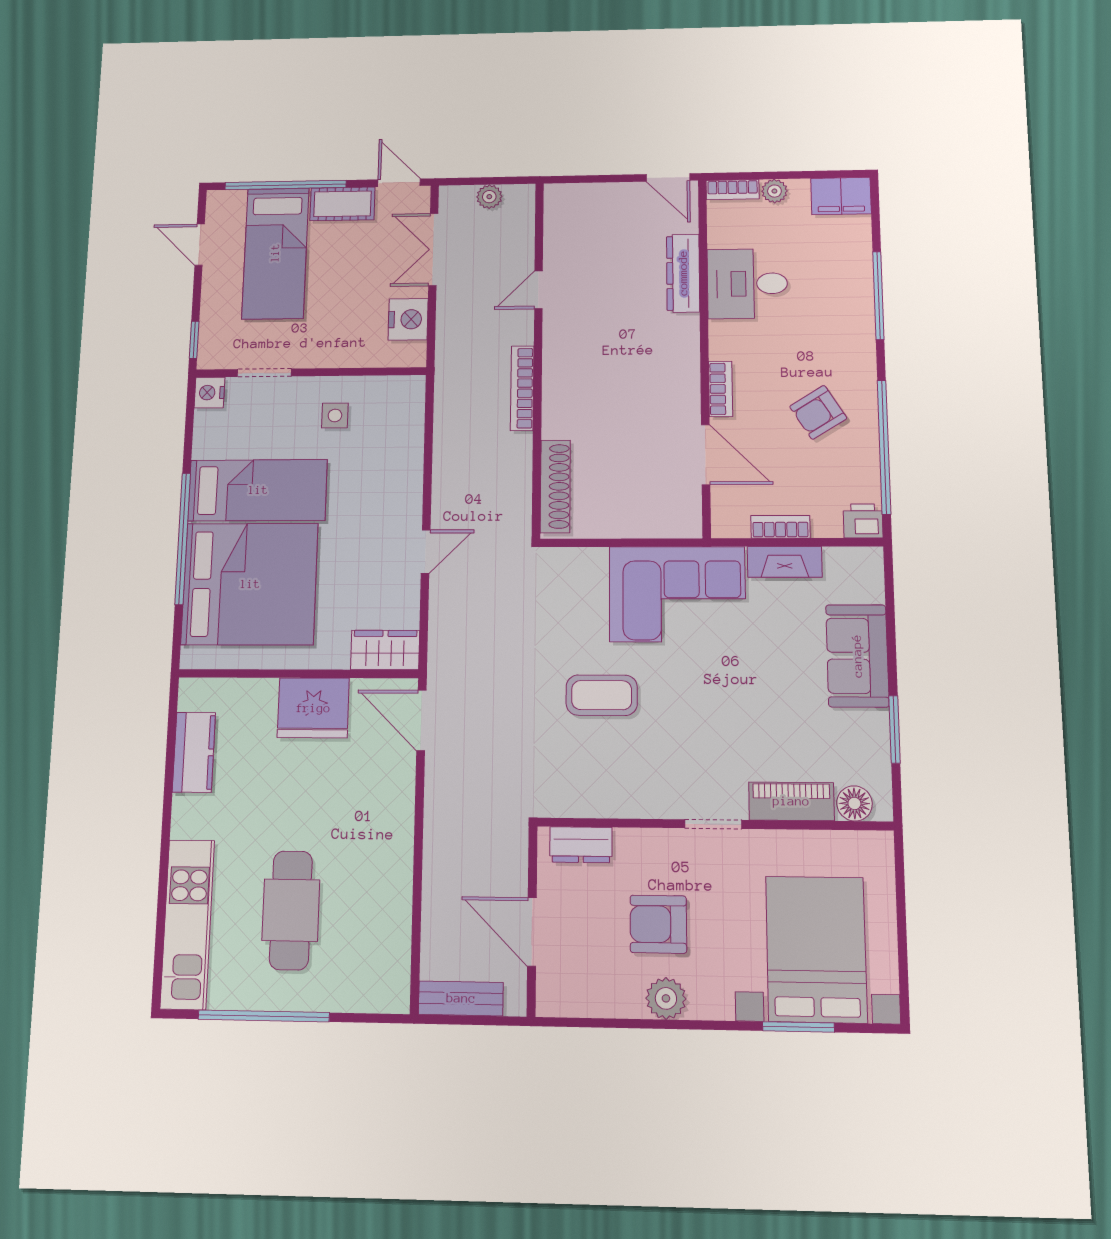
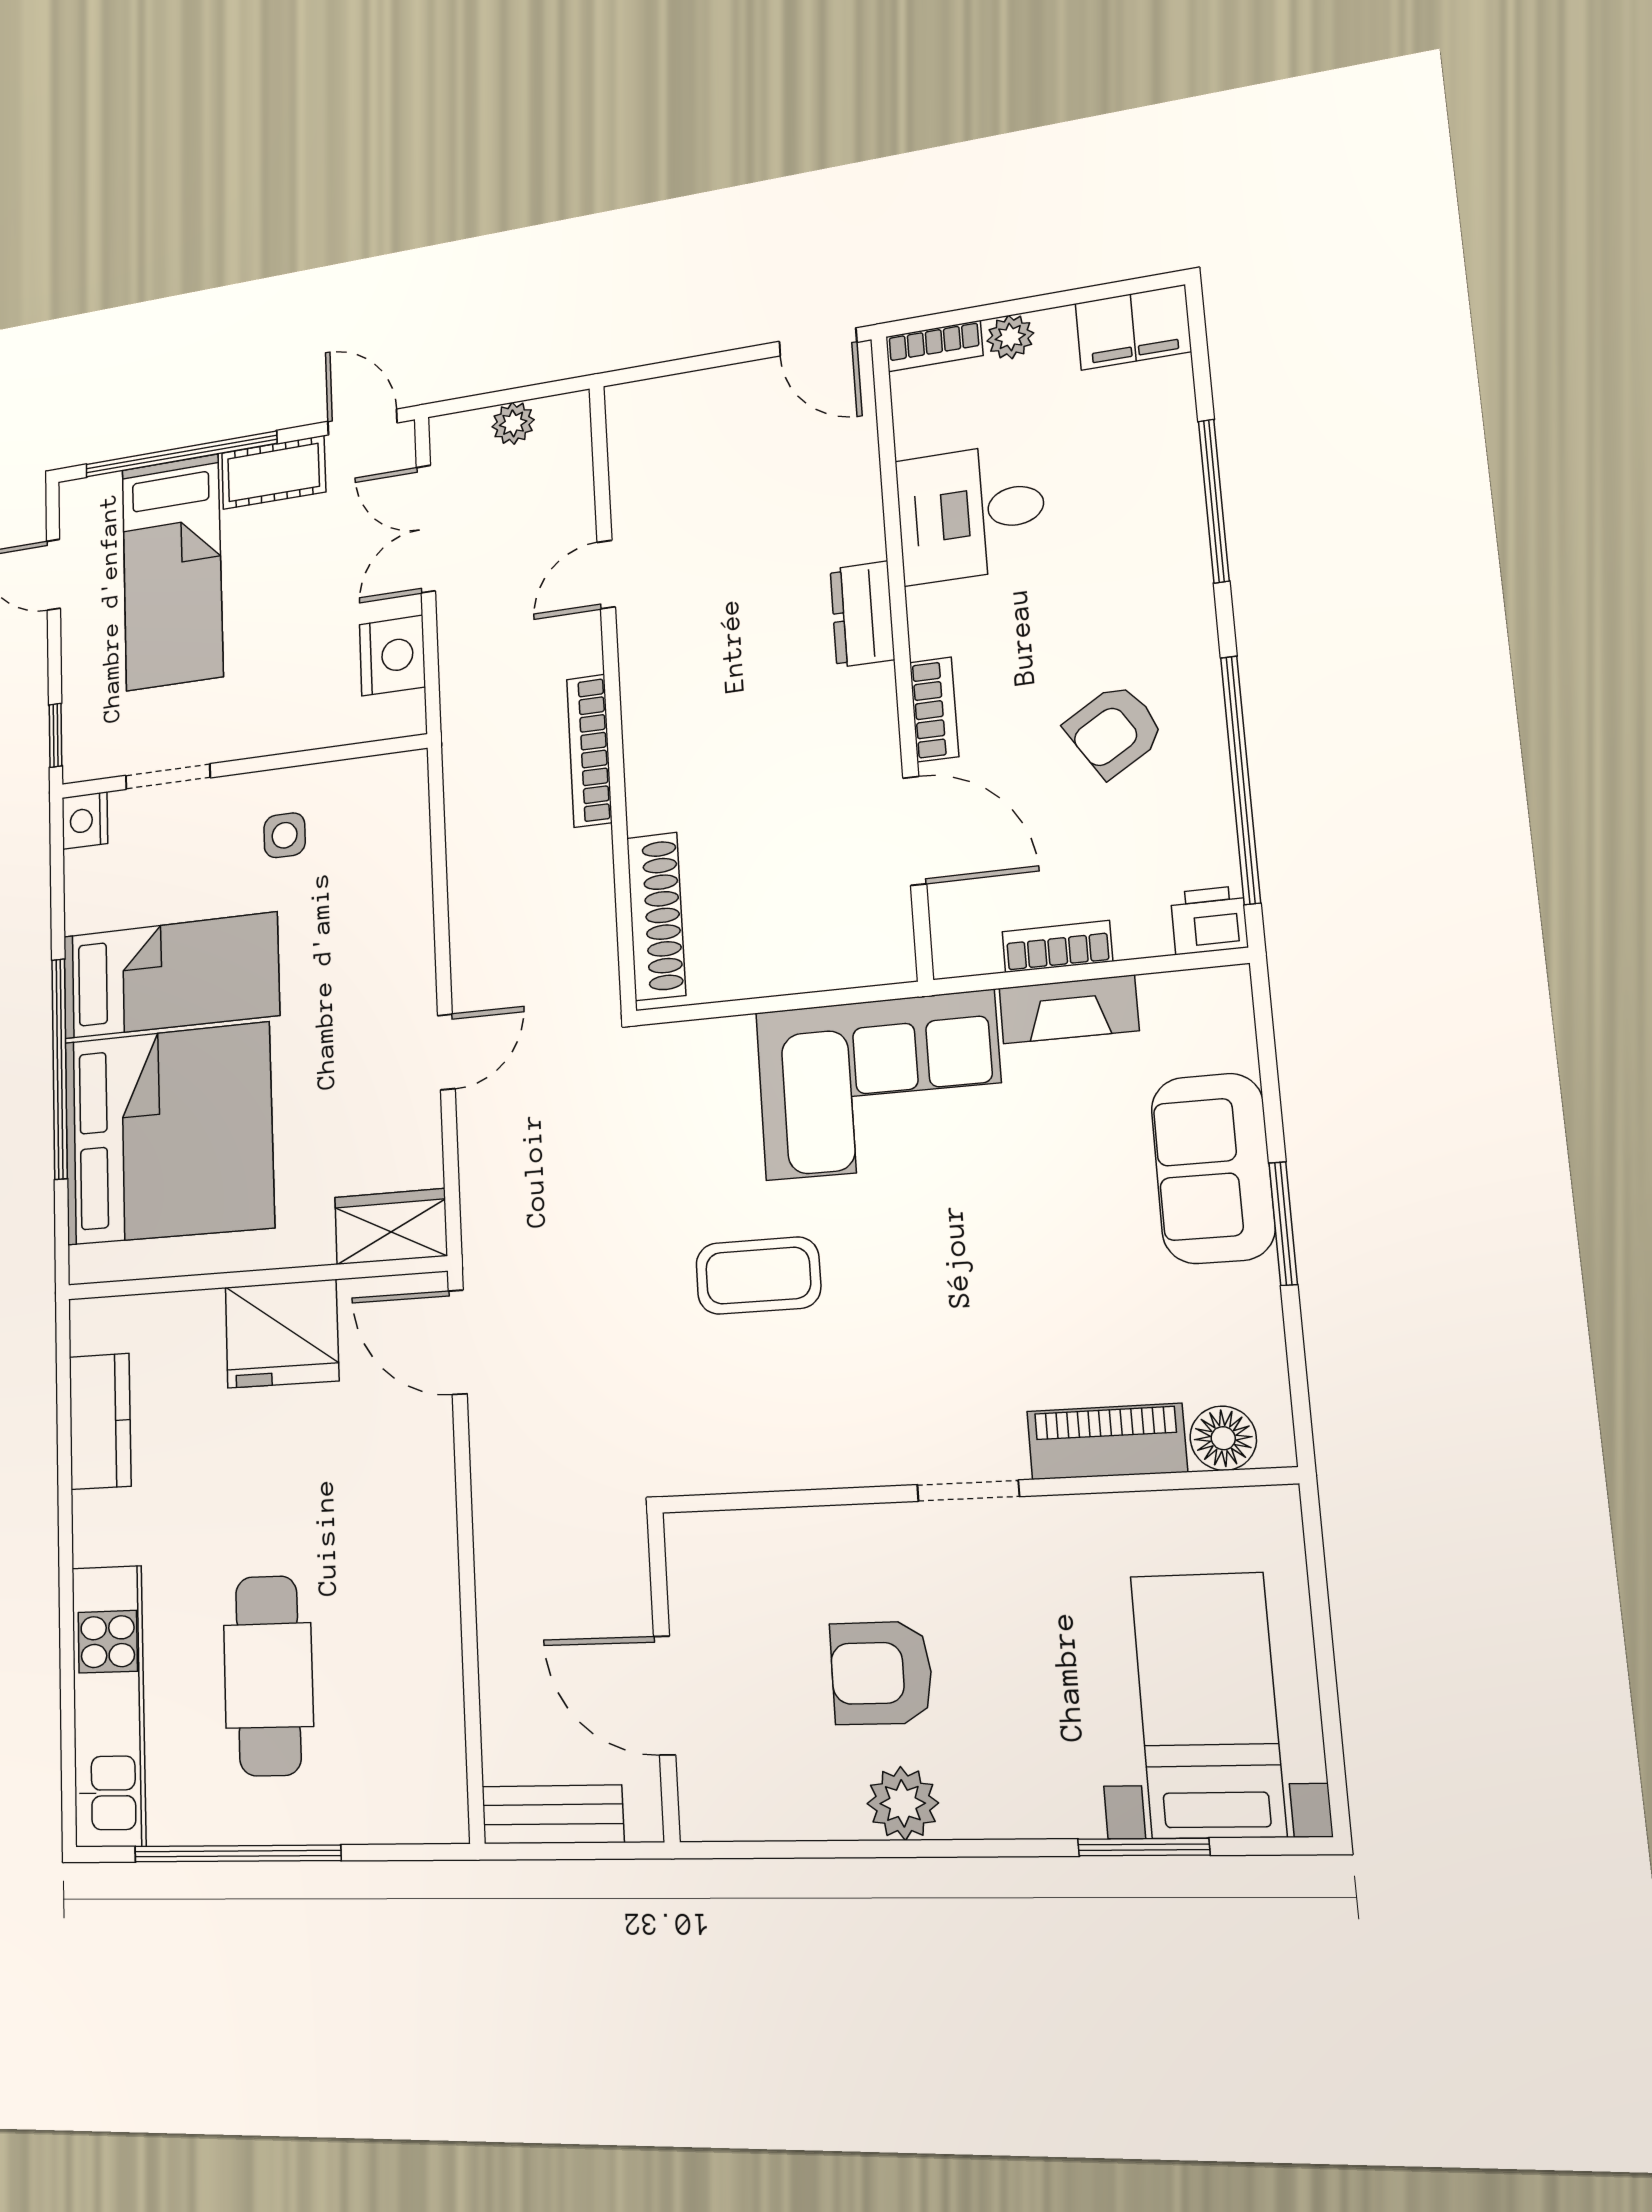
dresser: (683, 273) -> (862, 614), moved, width x0.70
window: (894, 729) -> (1283, 1224), moved
dresser: (581, 845) -> (739, 1540), removed
bed with nightstands: (816, 949) -> (1208, 1705), width x0.73

